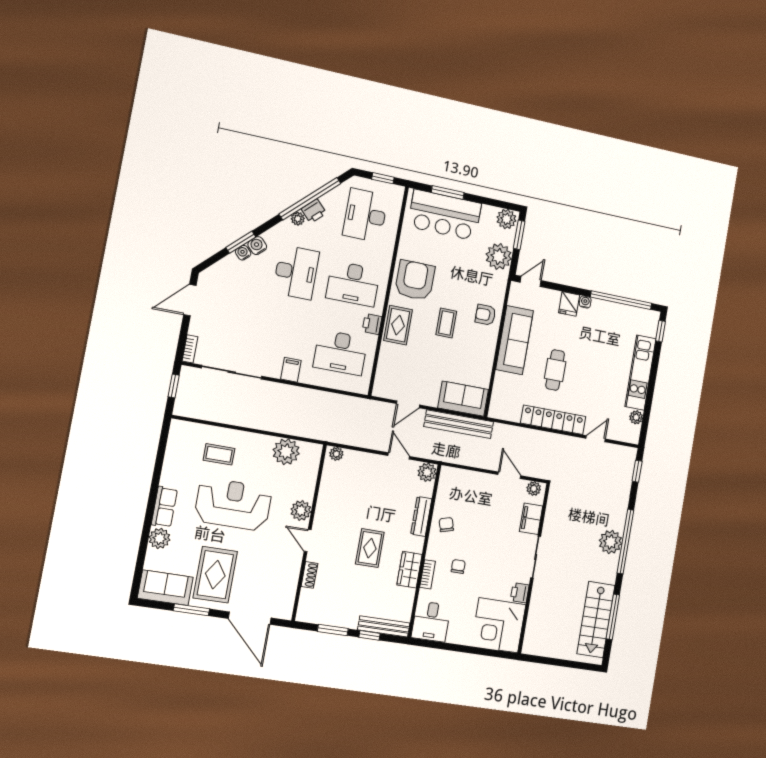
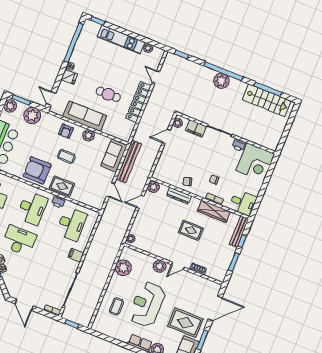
plant: (486, 352) -> (89, 135), added
wardrobe: (409, 570) -> (214, 211), width x1.50

